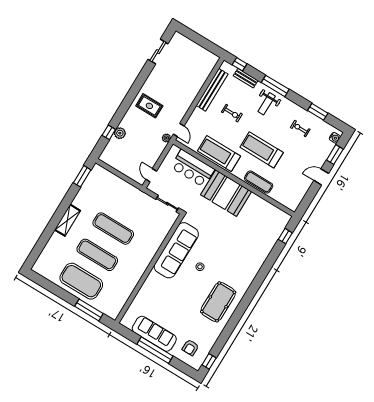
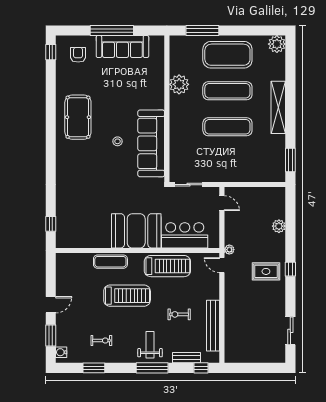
window: (109, 132) -> (290, 269), moved
shelving: (67, 220) -> (278, 107), width x1.47
plant: (40, 267) -> (277, 44), added
plant: (130, 281) -> (179, 84), added

